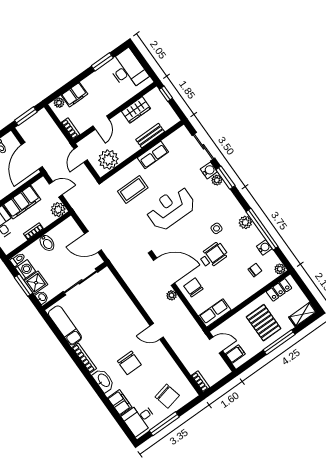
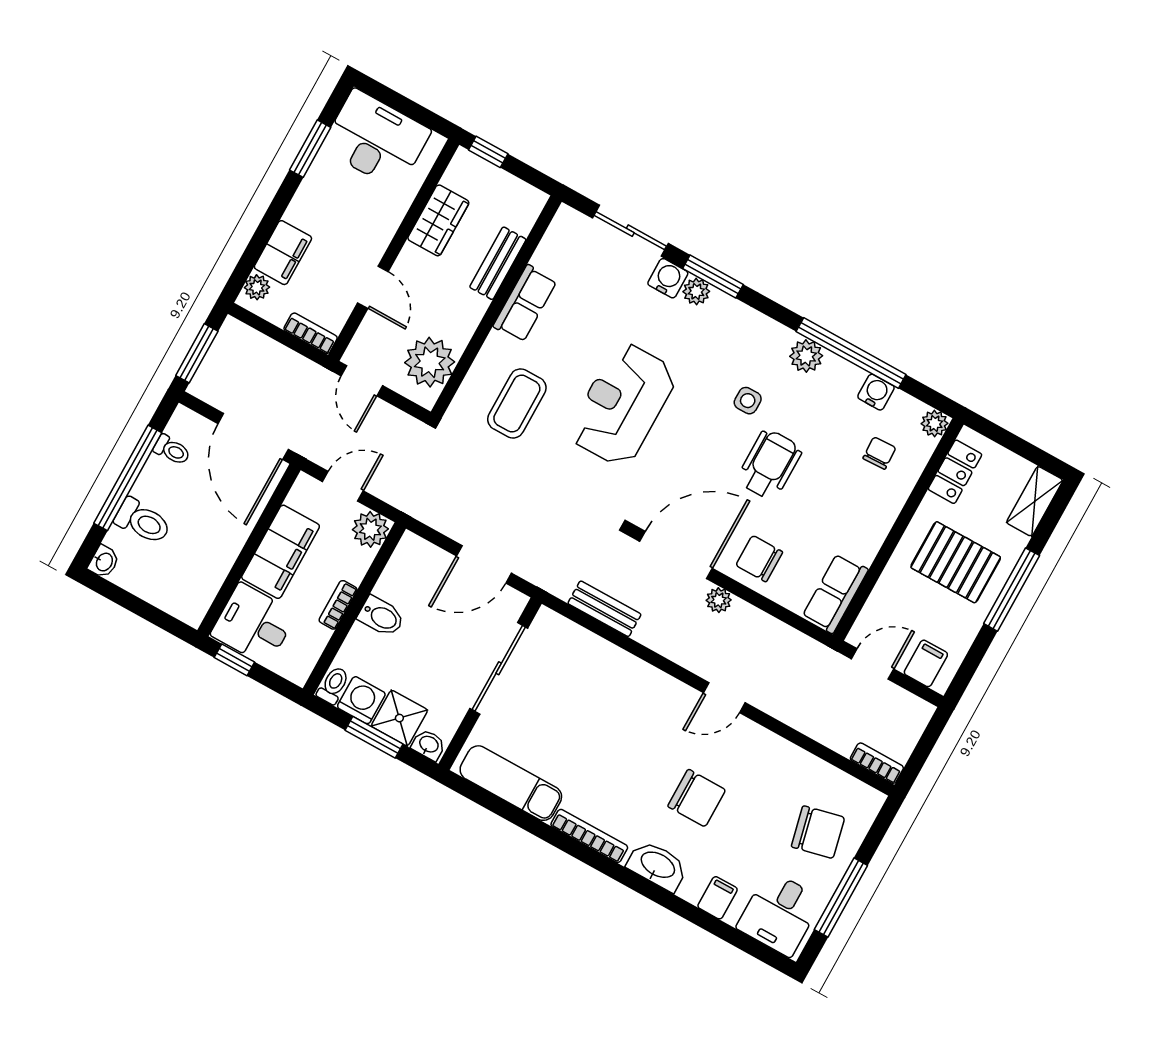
bench: (129, 279) -> (604, 609), added
filing cabinet: (120, 403) -> (718, 898), width x0.50

